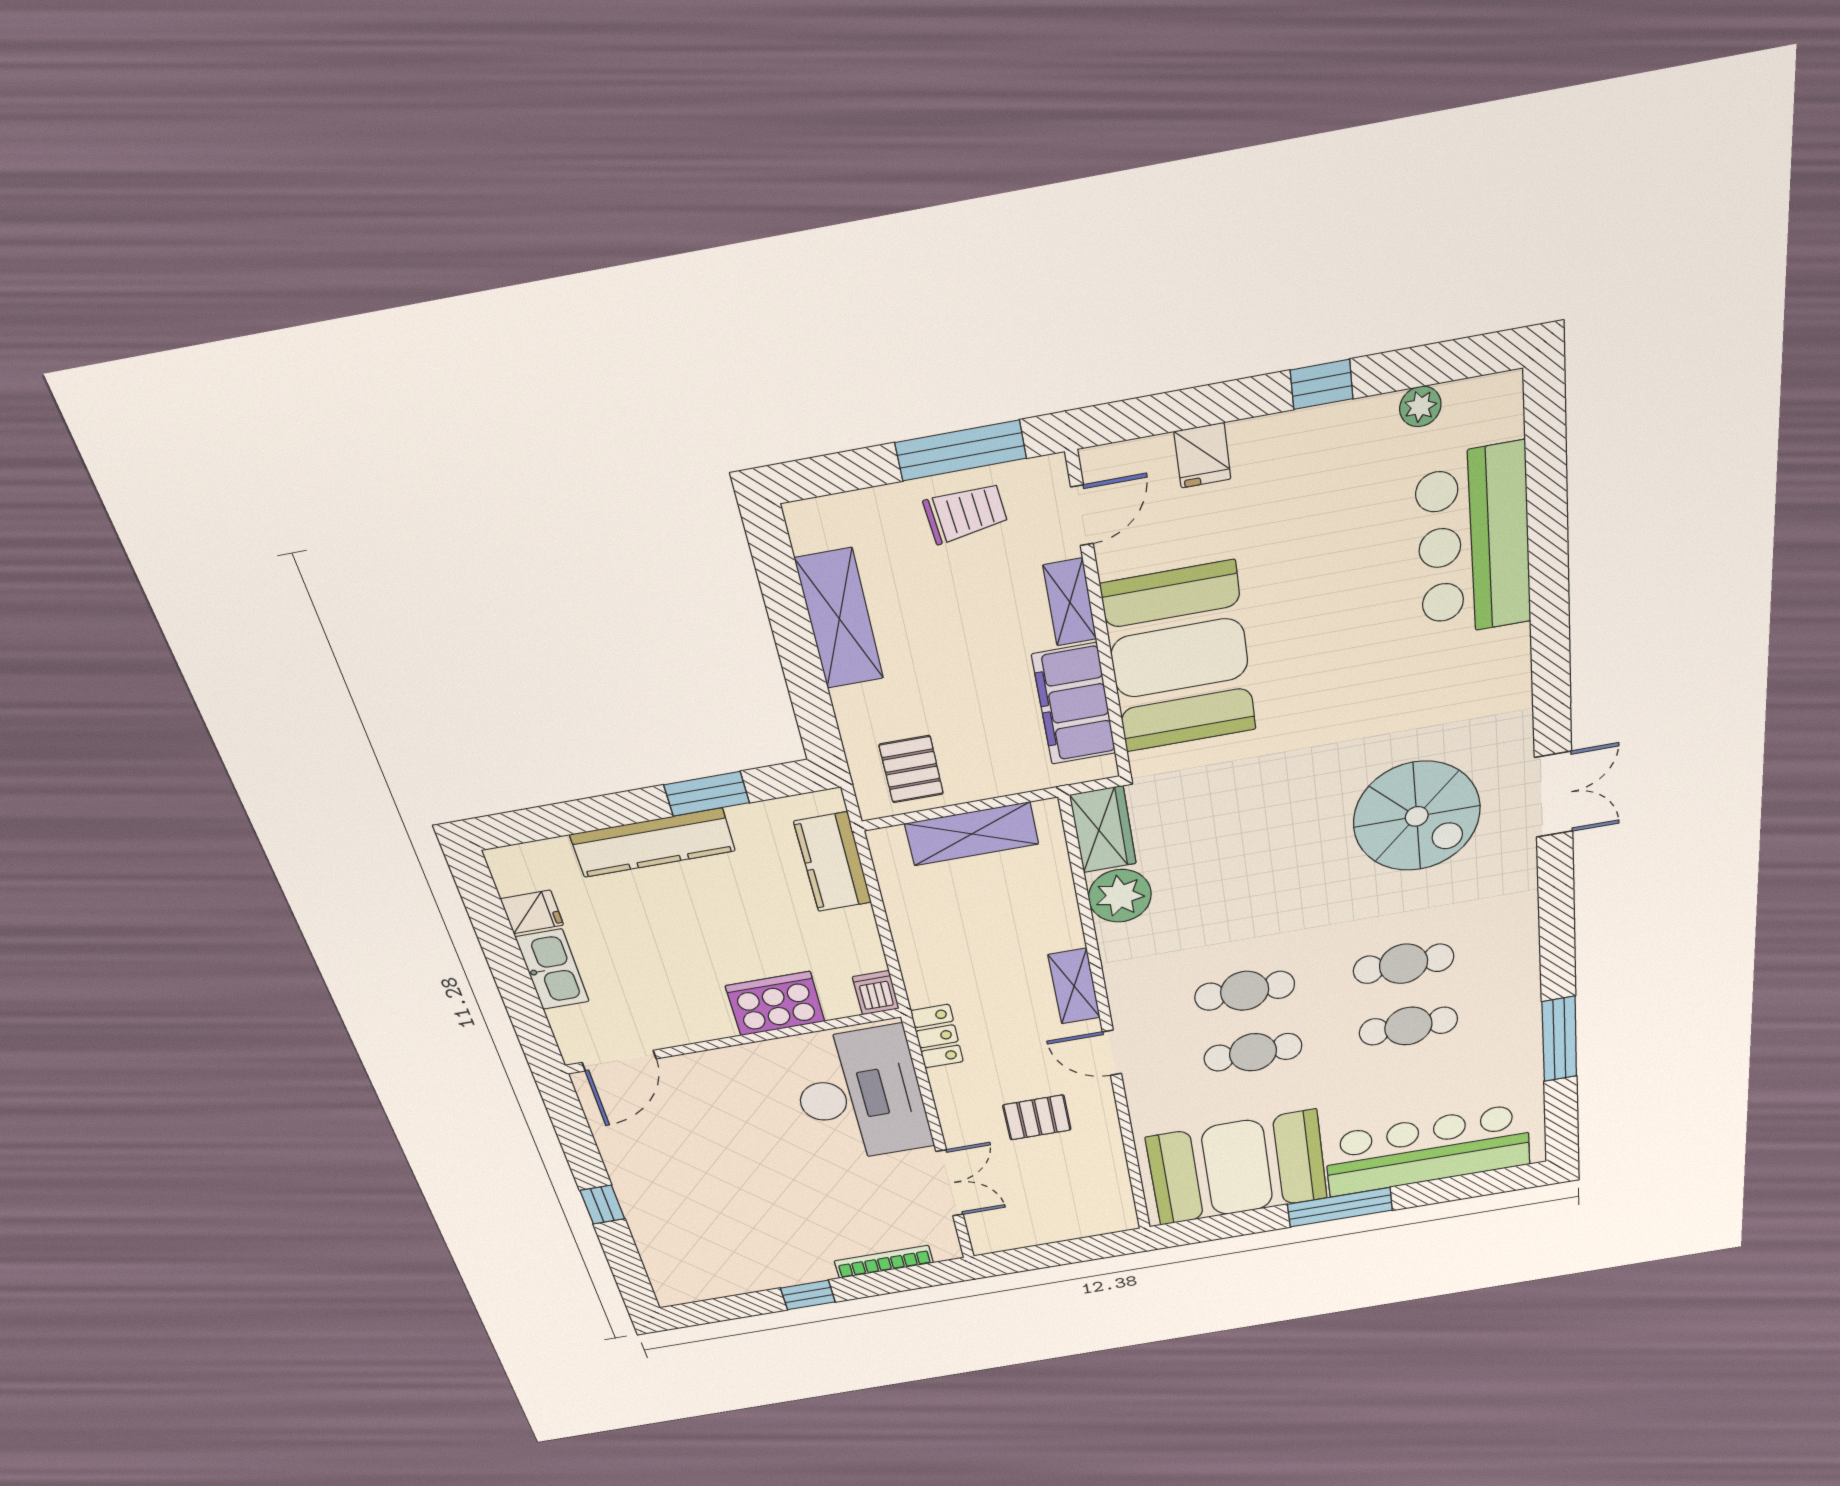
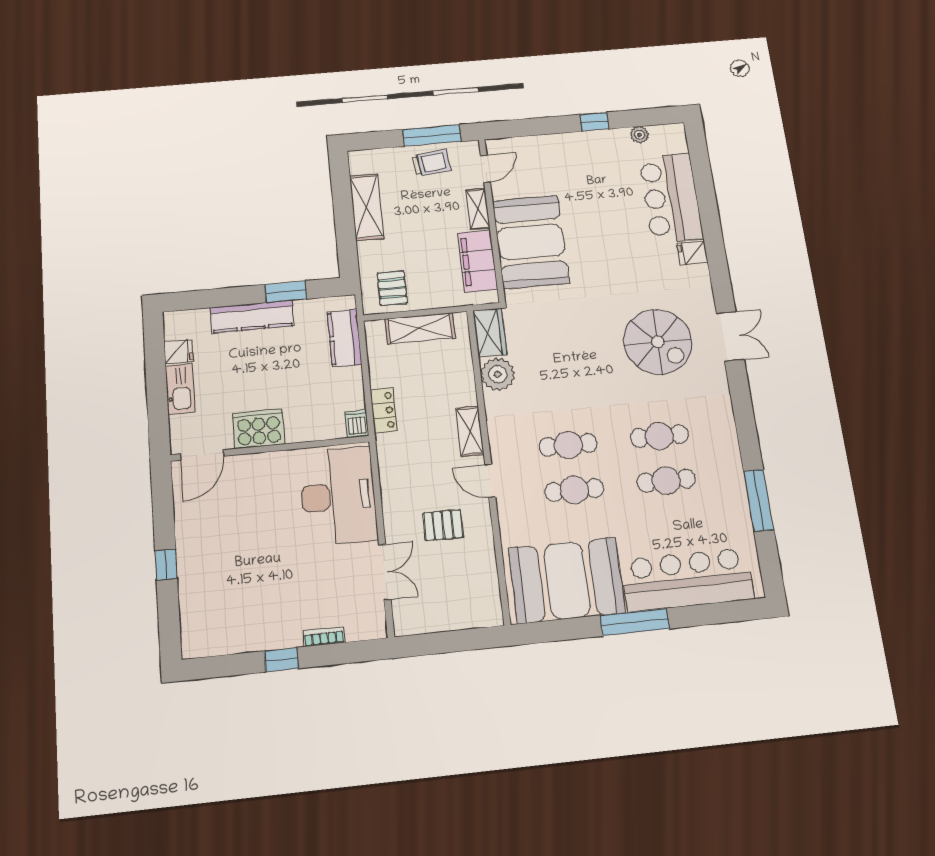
fridge: (1202, 455) -> (693, 253), moved, turned 90
cooker: (775, 1004) -> (259, 429), moved
locker: (937, 1036) -> (384, 410), moved
bookcase: (884, 1262) -> (324, 637), width x0.64

